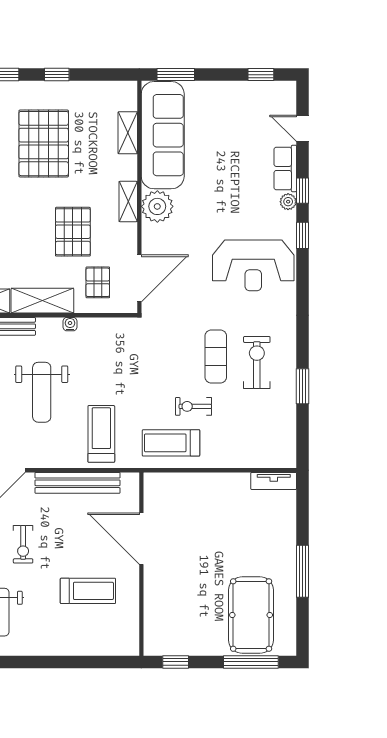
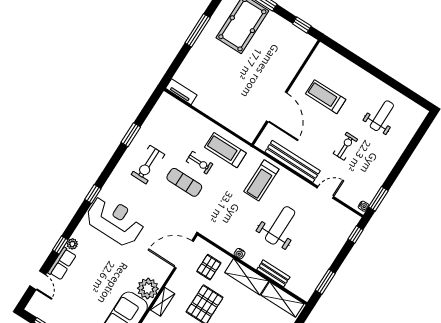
window: (302, 235) -> (93, 194), moved
exercise mat: (216, 357) -> (184, 182), moved, turned 90
treadmill: (171, 443) -> (225, 150), turned 180

